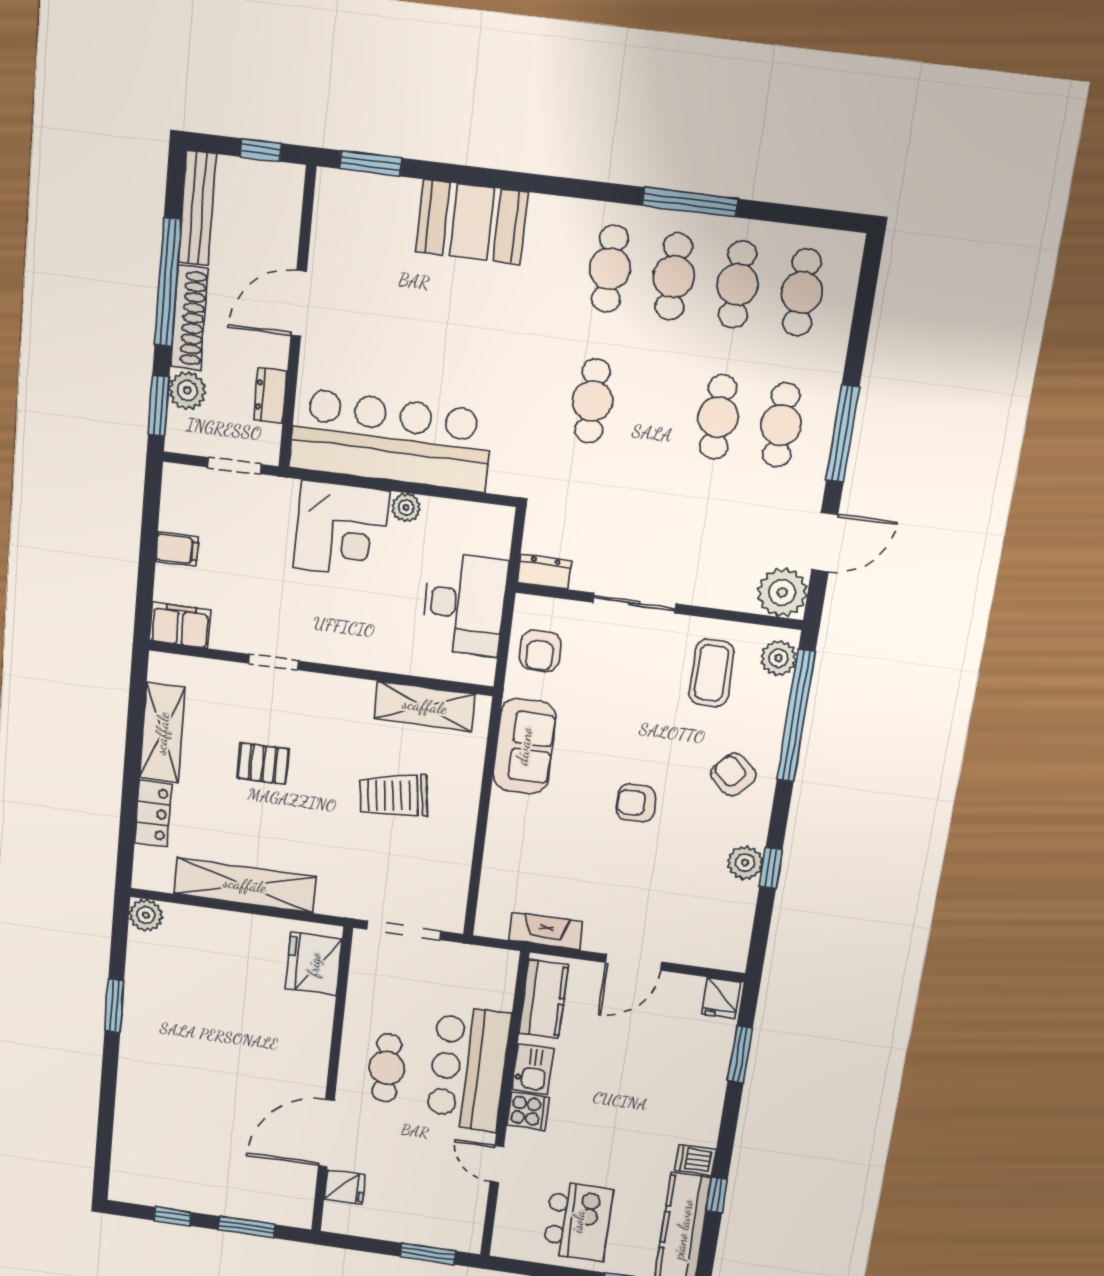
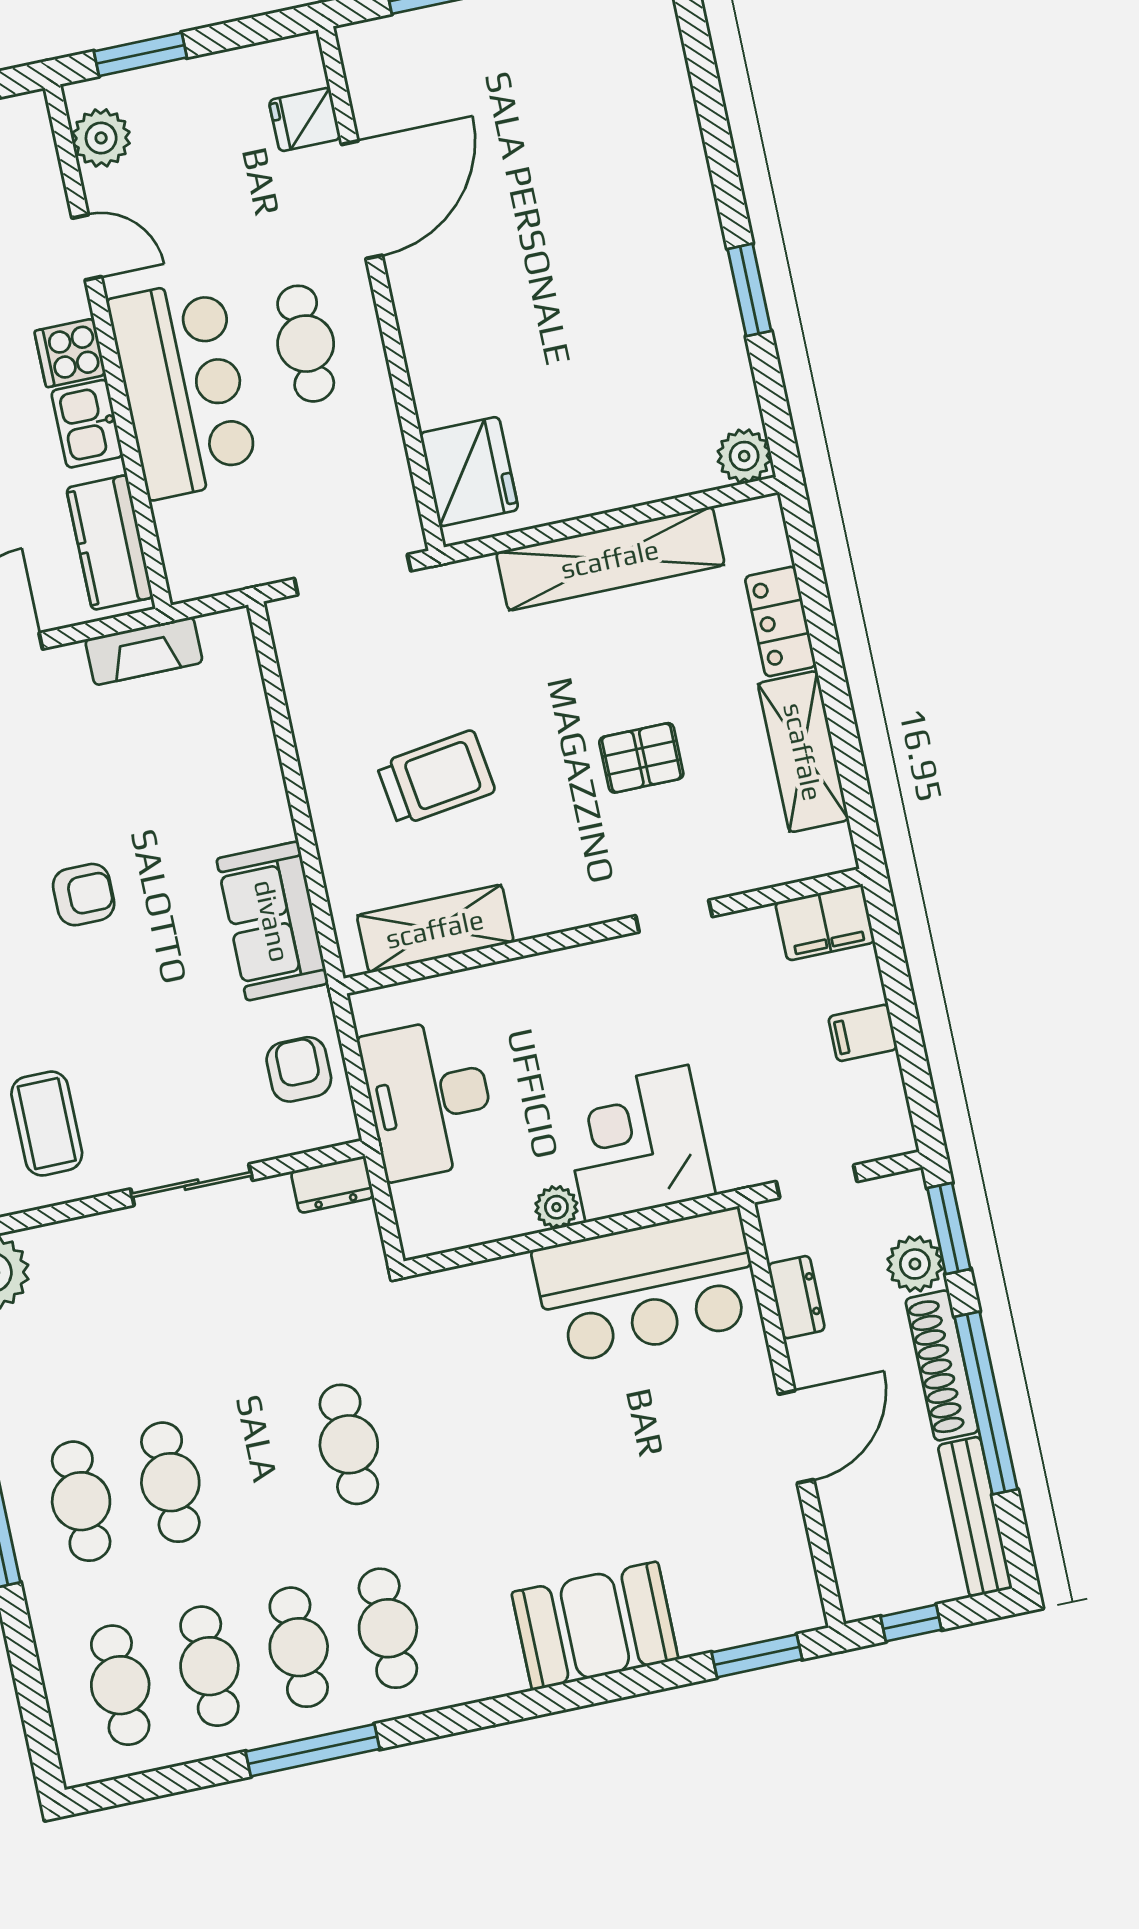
bar counter: (391, 440) -> (647, 1286), width x0.73
plant: (467, 1218) -> (101, 138), added

